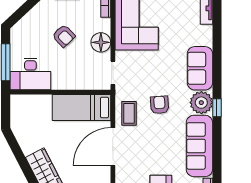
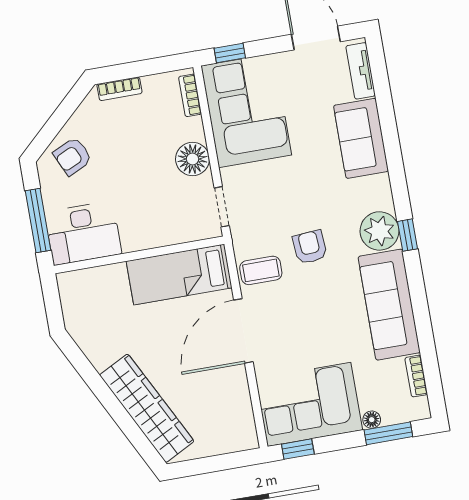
armchair: (64, 36) -> (73, 156), moved, turned 109
sofa: (200, 68) -> (361, 138), moved
coffee table: (129, 113) -> (261, 270), turned 90

